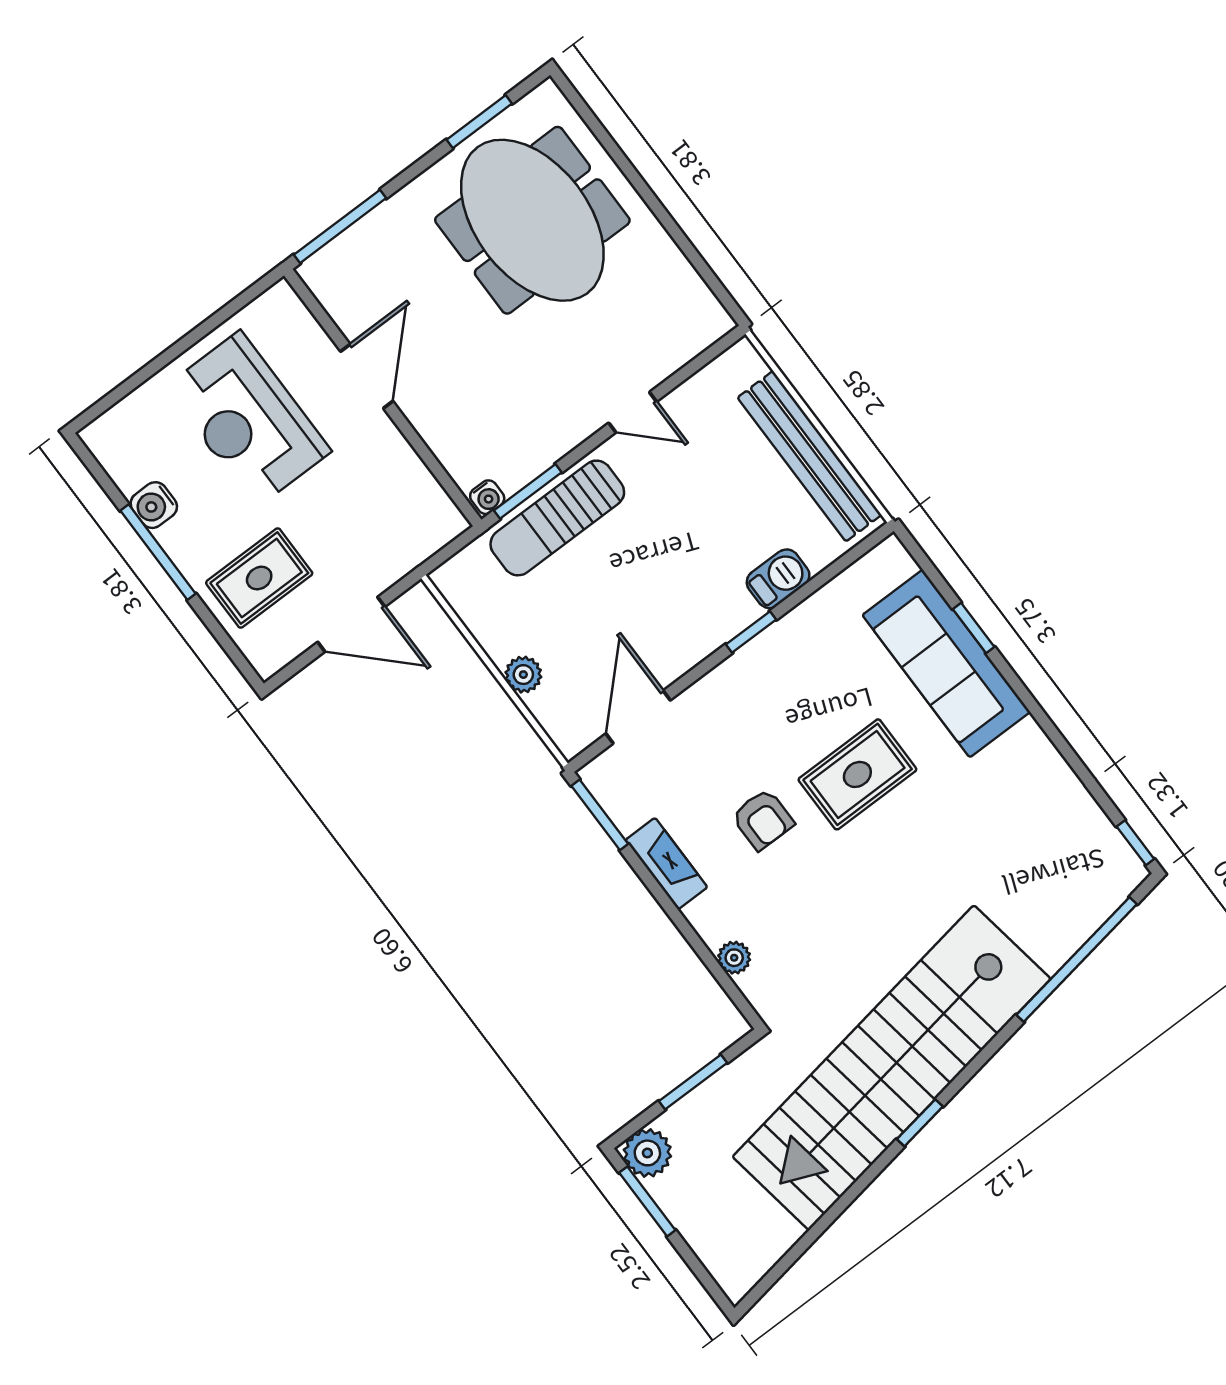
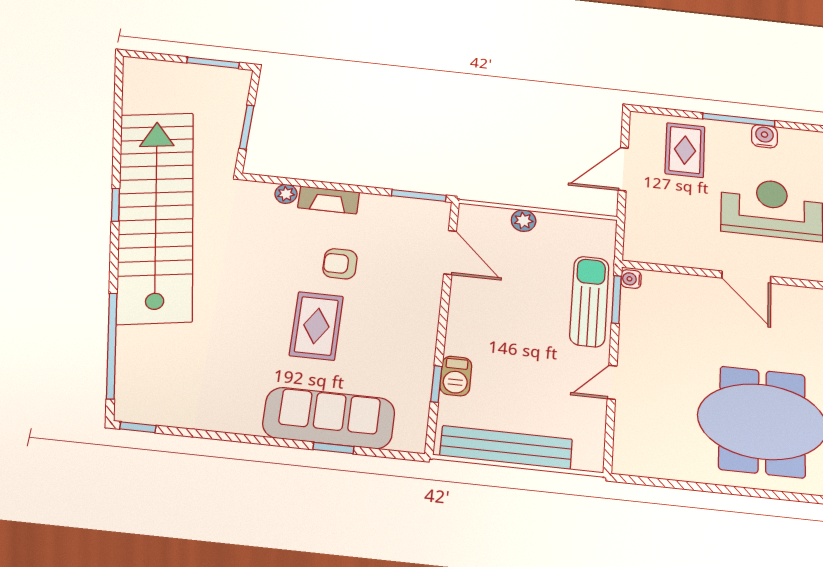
window: (751, 632) -> (436, 384), moved
fireplace: (666, 864) -> (329, 200), moved
plant: (647, 1153) -> (235, 81), removed

